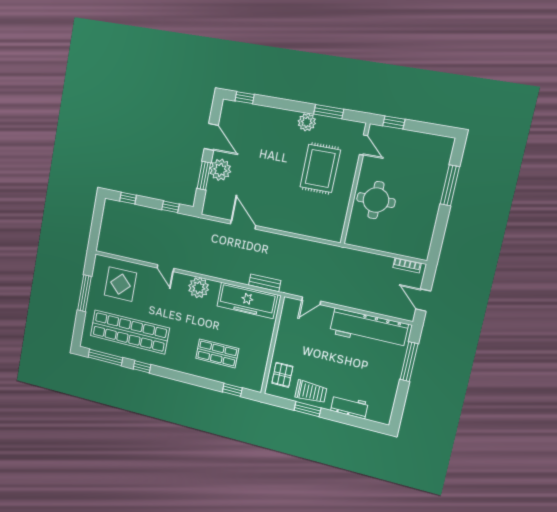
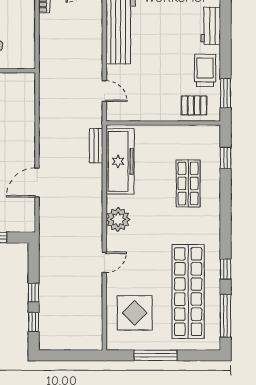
window: (170, 207) -> (34, 293), moved
window: (307, 409) -> (226, 93), moved

